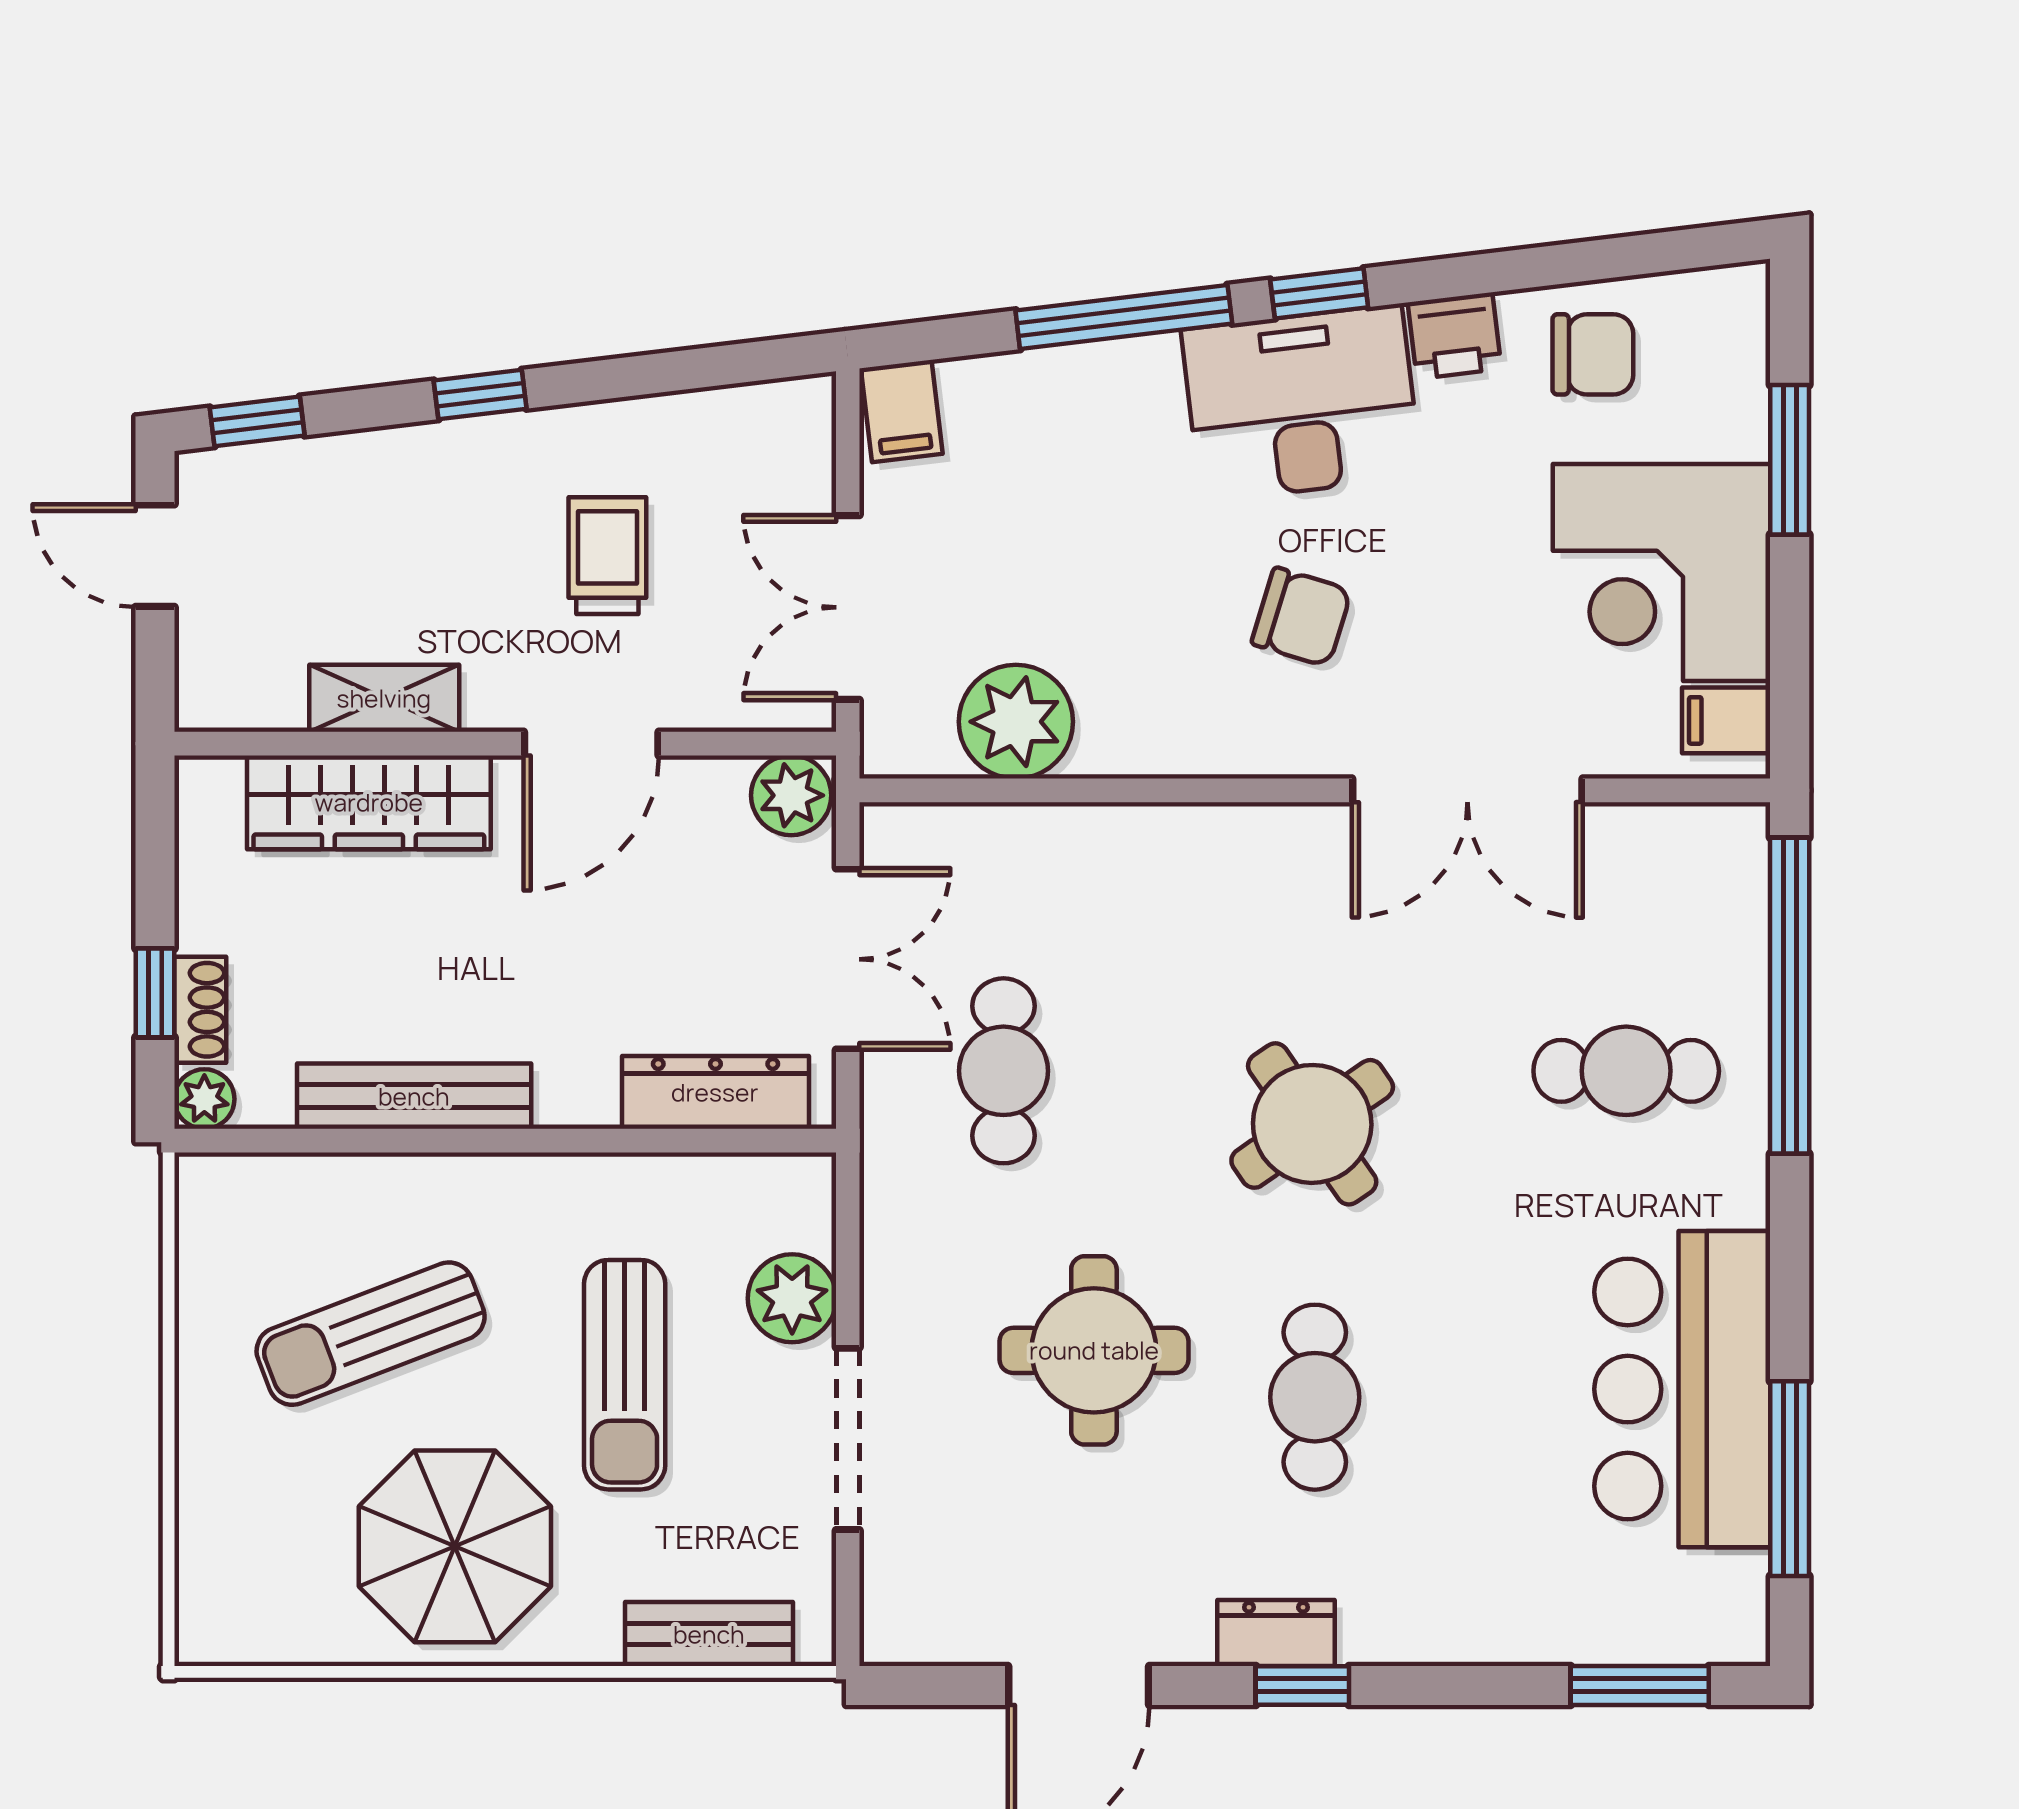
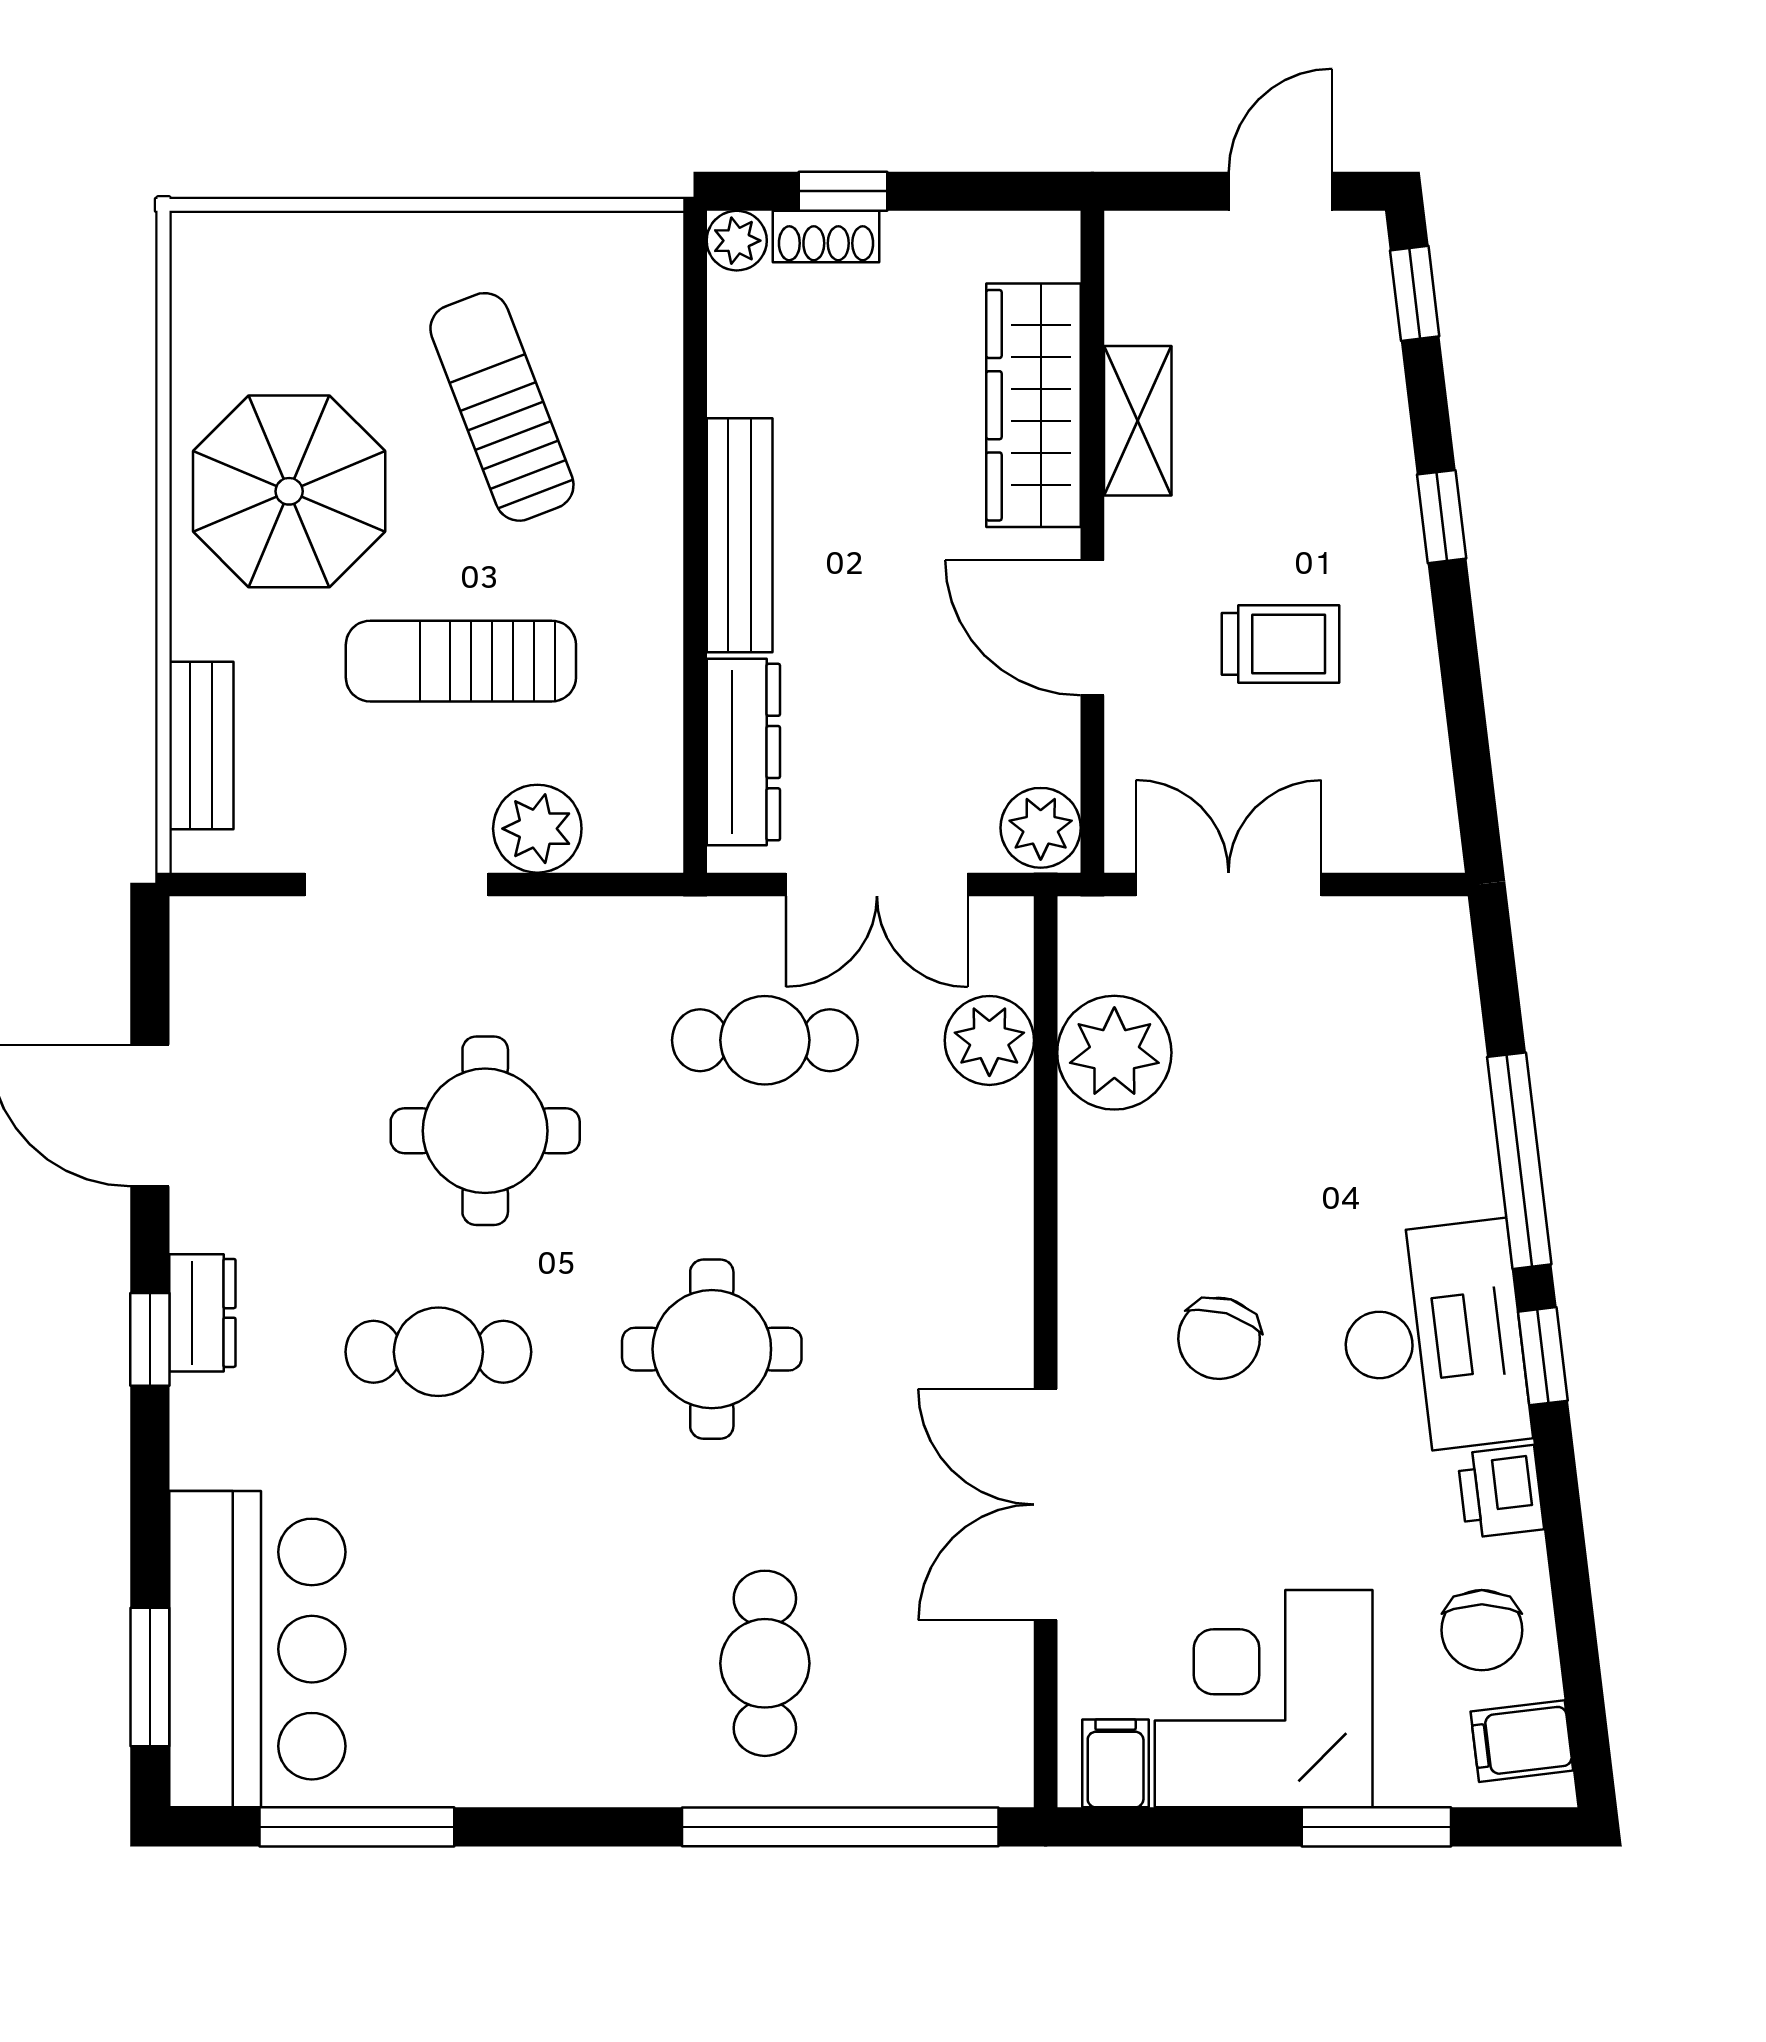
filing cabinet: (902, 411) -> (1522, 1741), moved
plant: (1004, 847) -> (989, 1040), added
bench: (414, 1096) -> (740, 535), moved
round table: (1312, 1124) -> (712, 1349), turned 35
bar counter: (1682, 1389) -> (257, 1649), moved, turned 90

